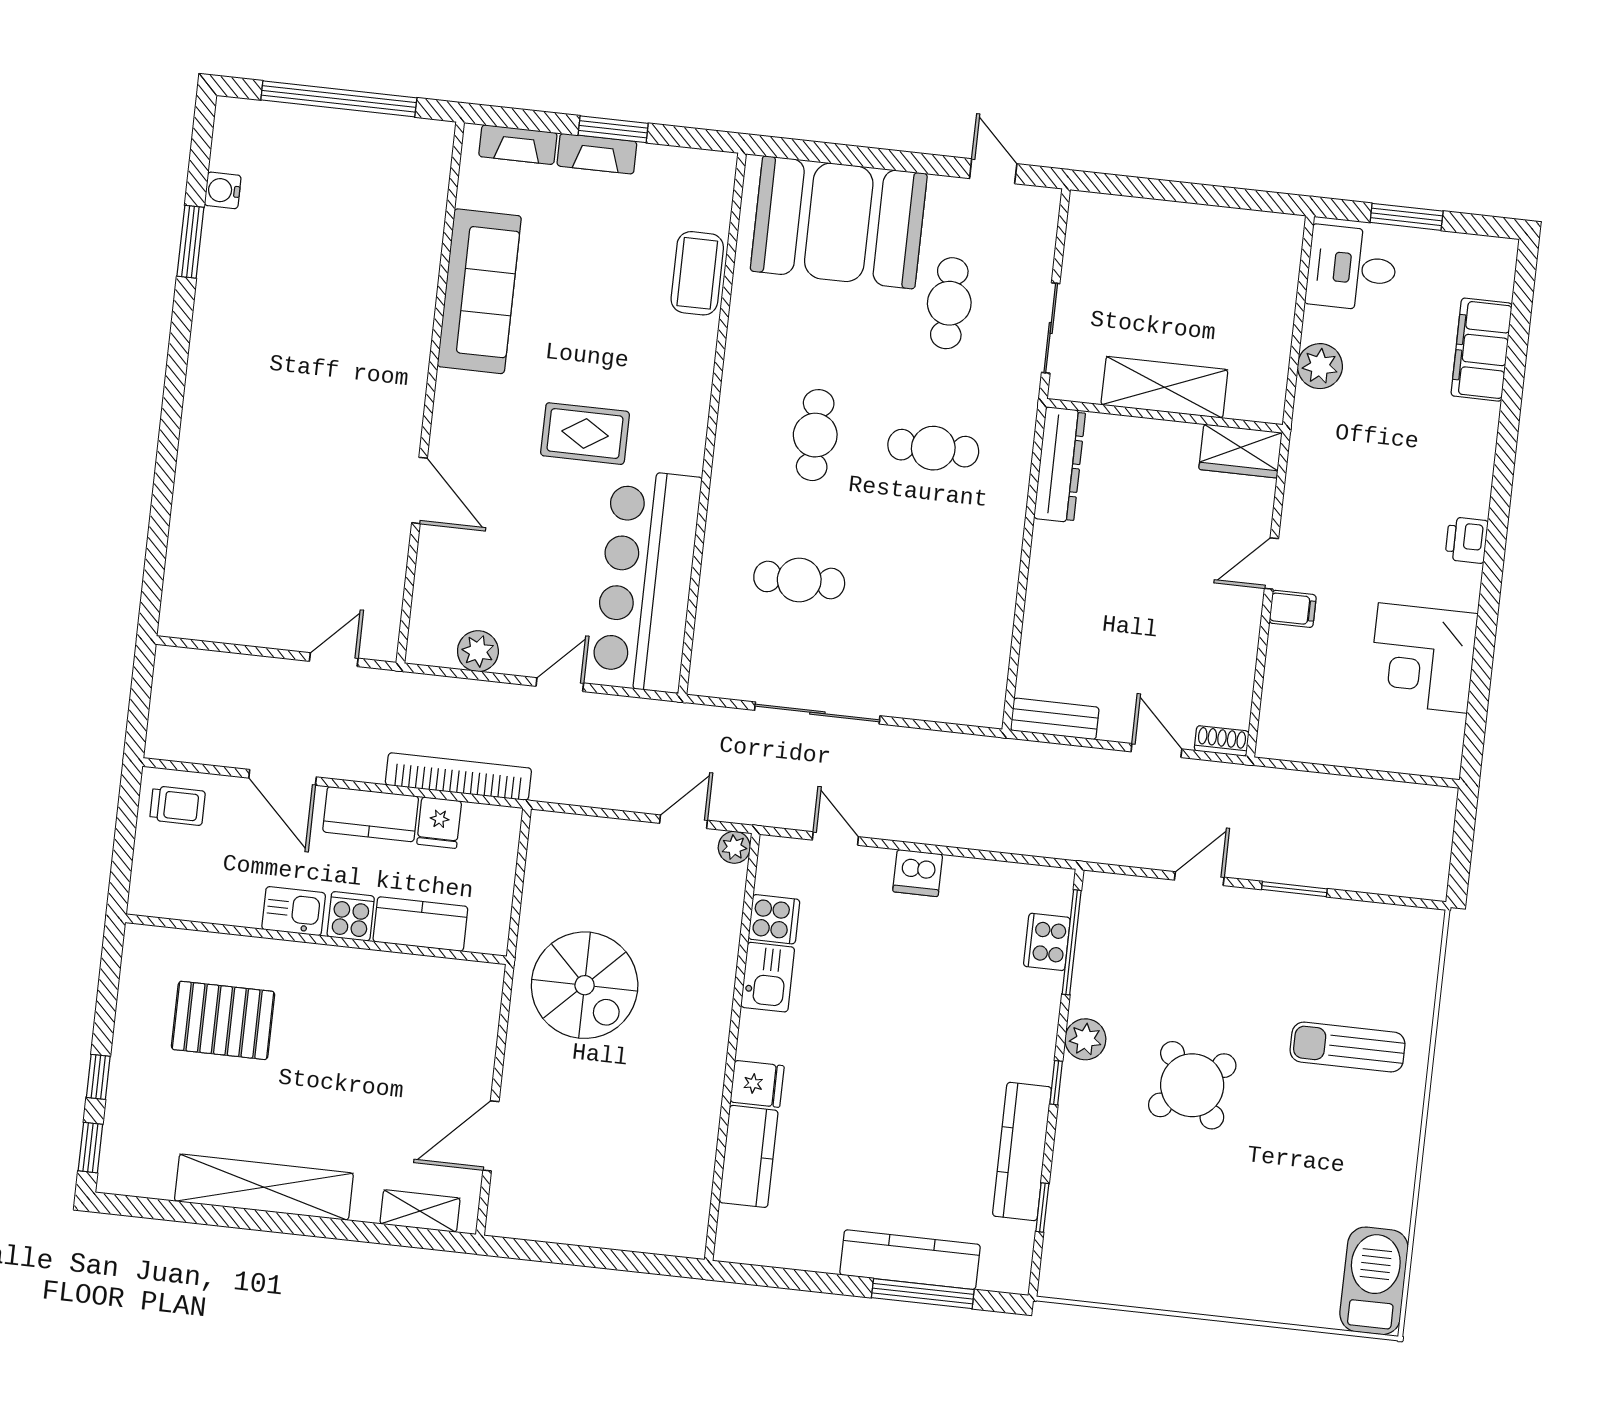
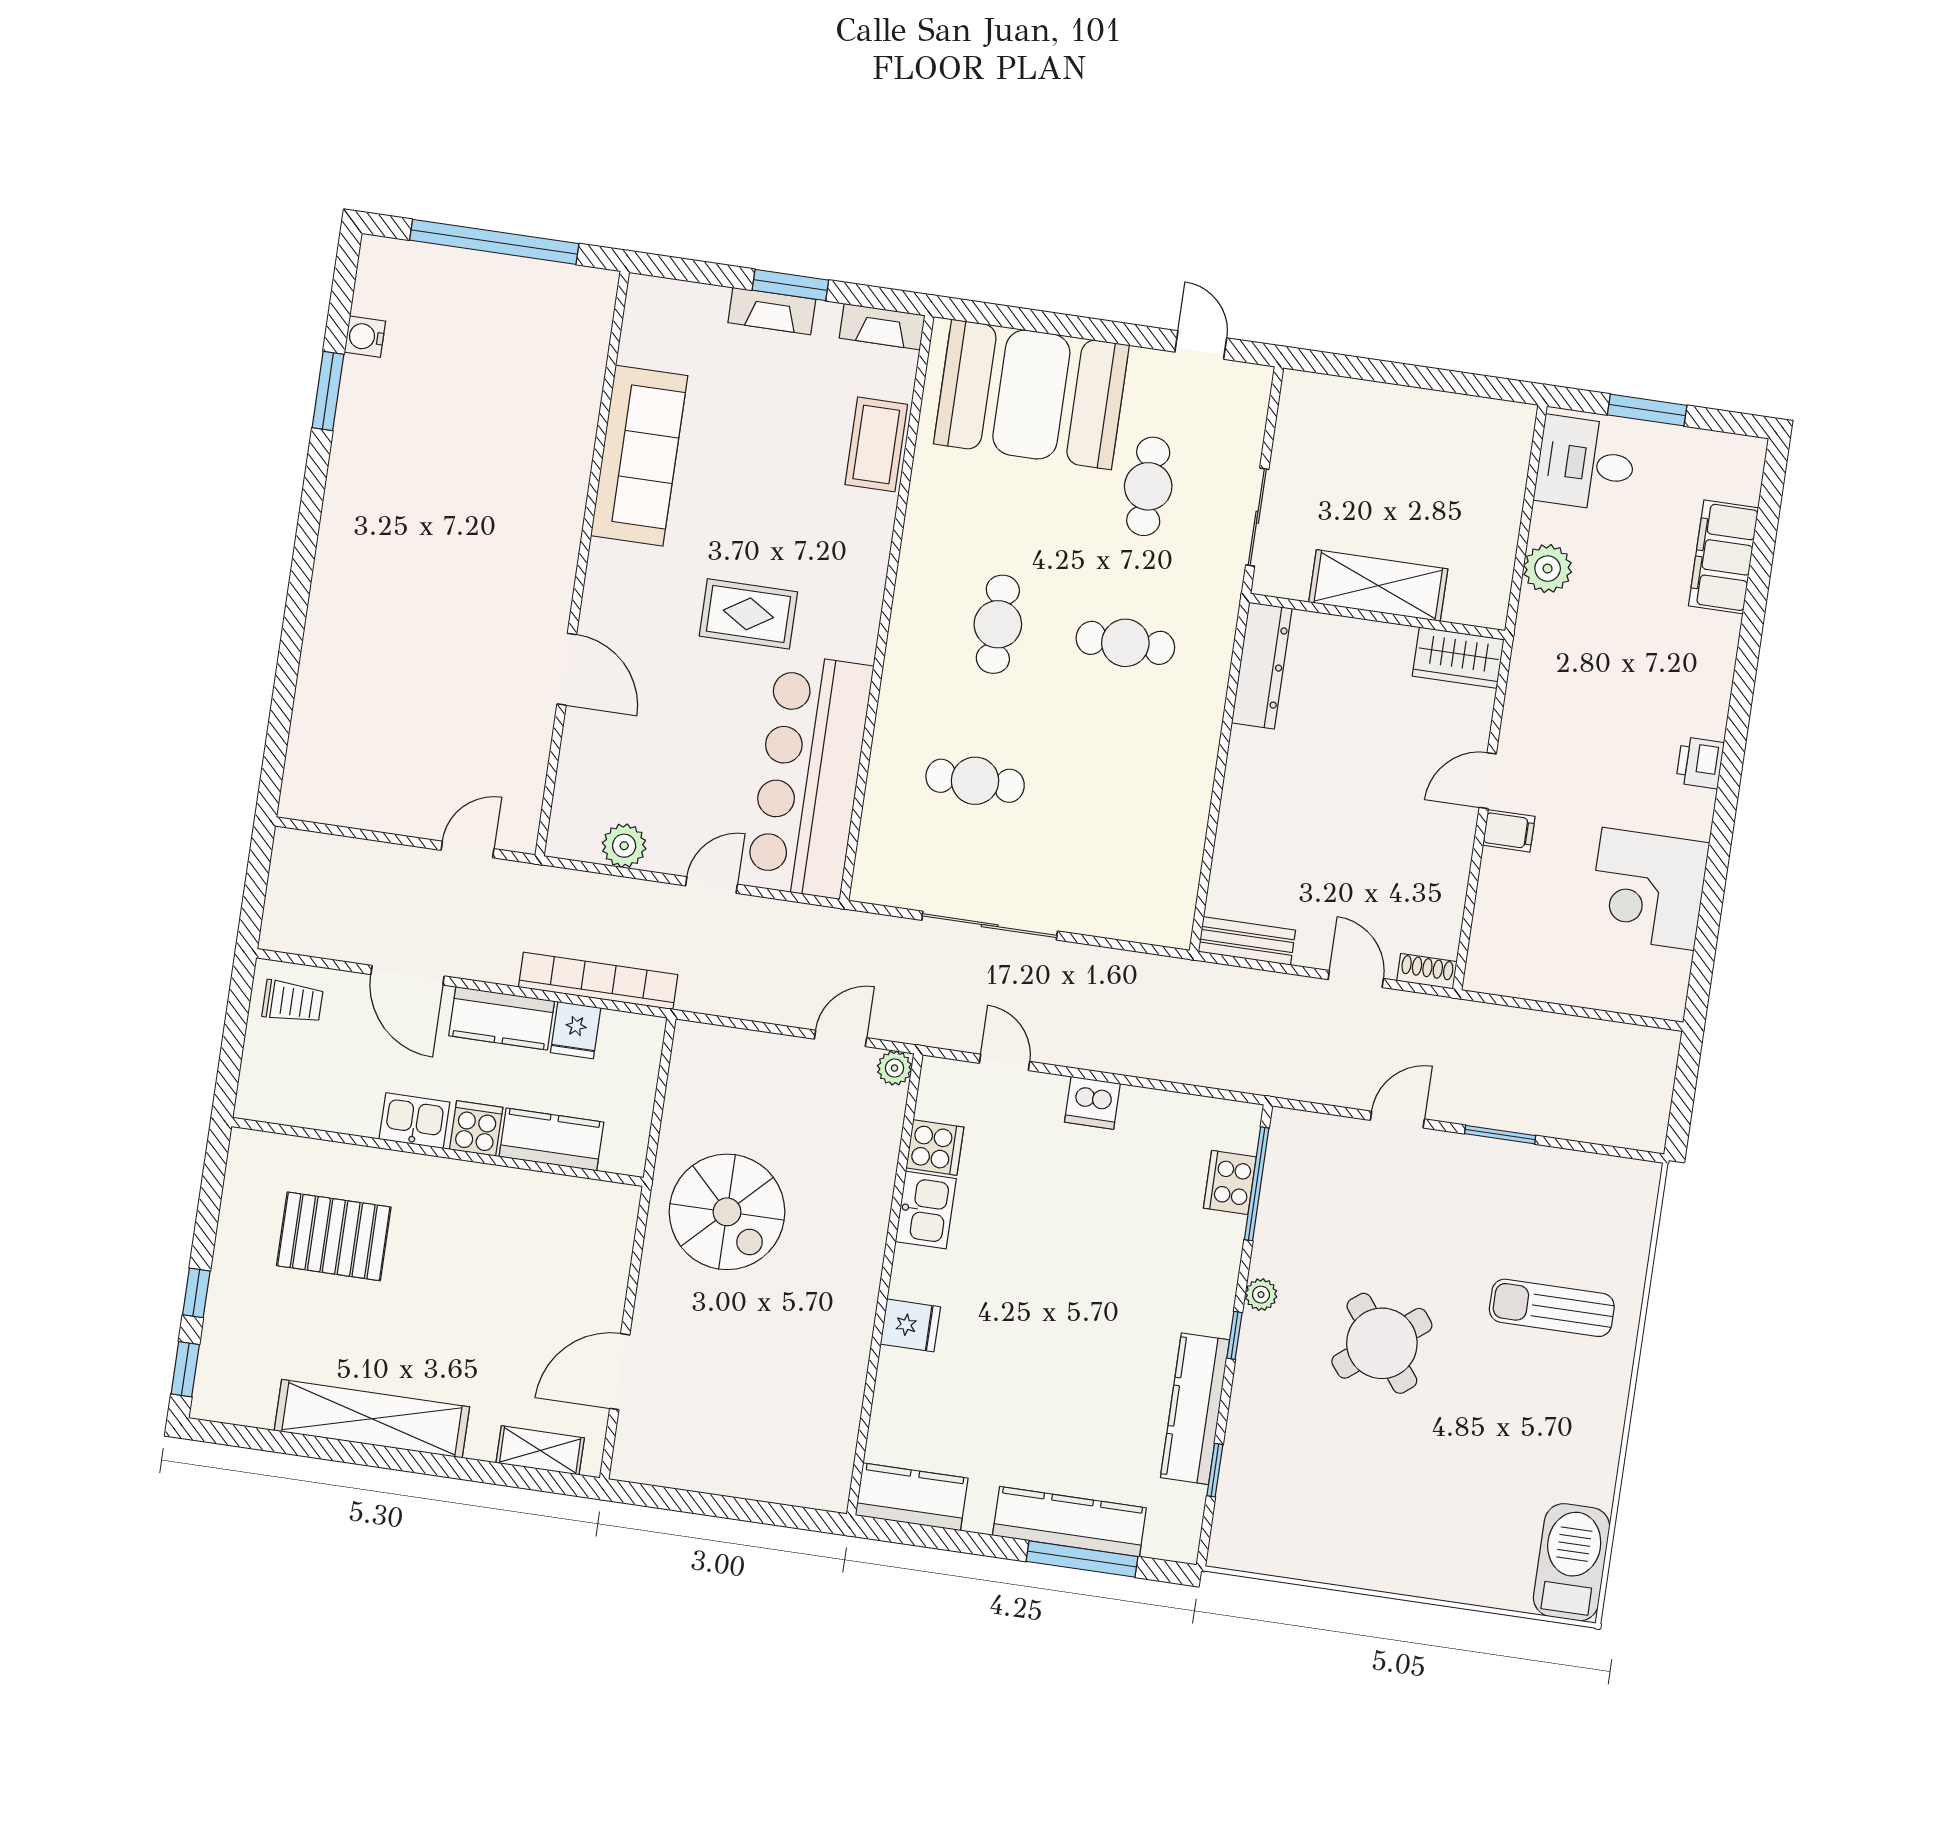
fireplace: (518, 145) -> (882, 327), moved
plant: (1085, 1039) -> (1261, 1295), width x0.73, depth x0.73
kitchen counter: (749, 1156) -> (912, 1497), moved, turned -90

